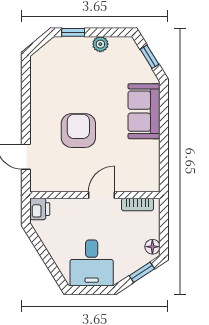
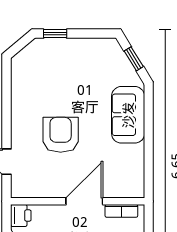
plant: (100, 44) -> (83, 46), removed
door: (101, 195) -> (84, 201), width x1.38

